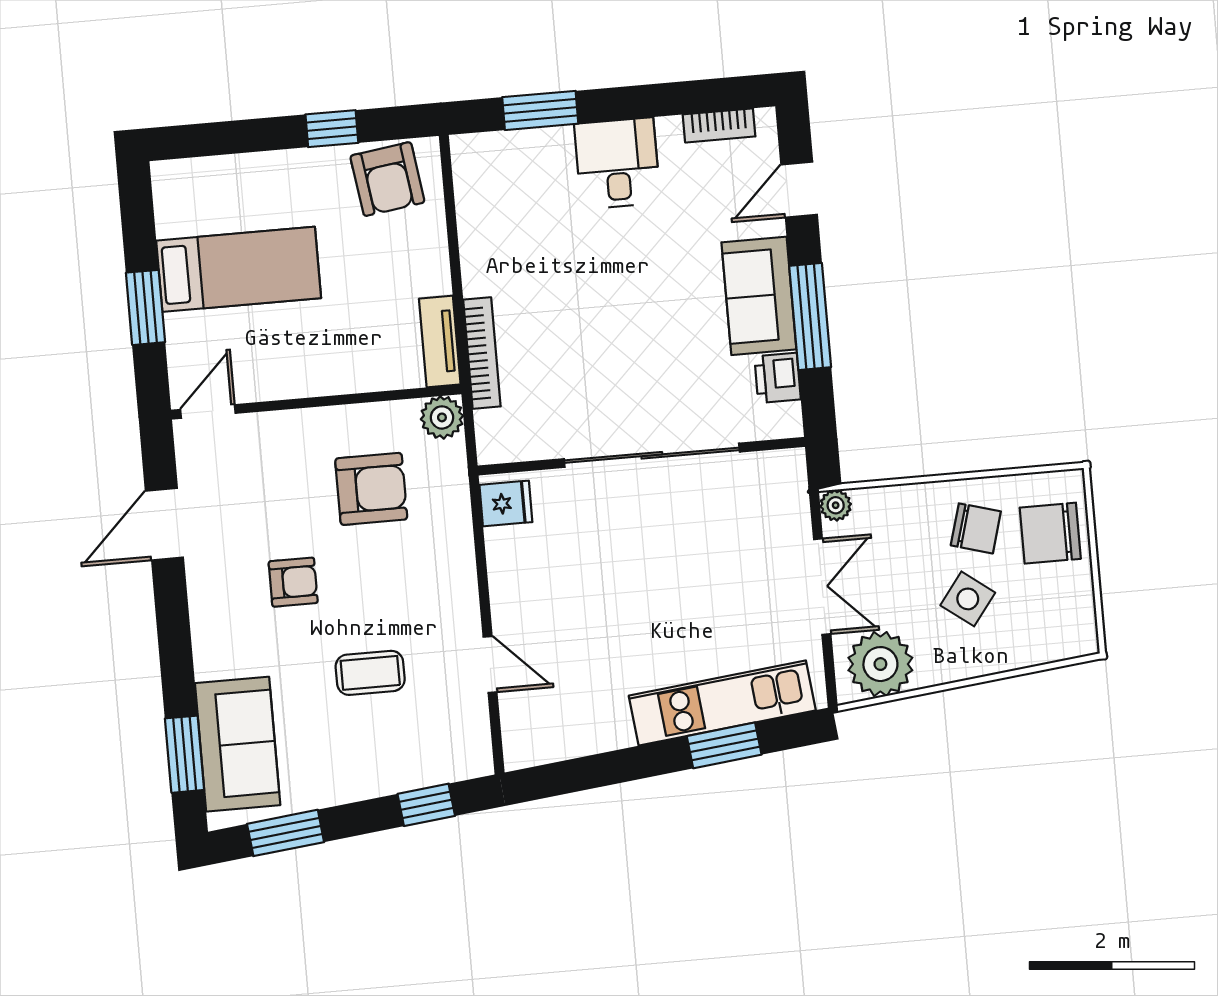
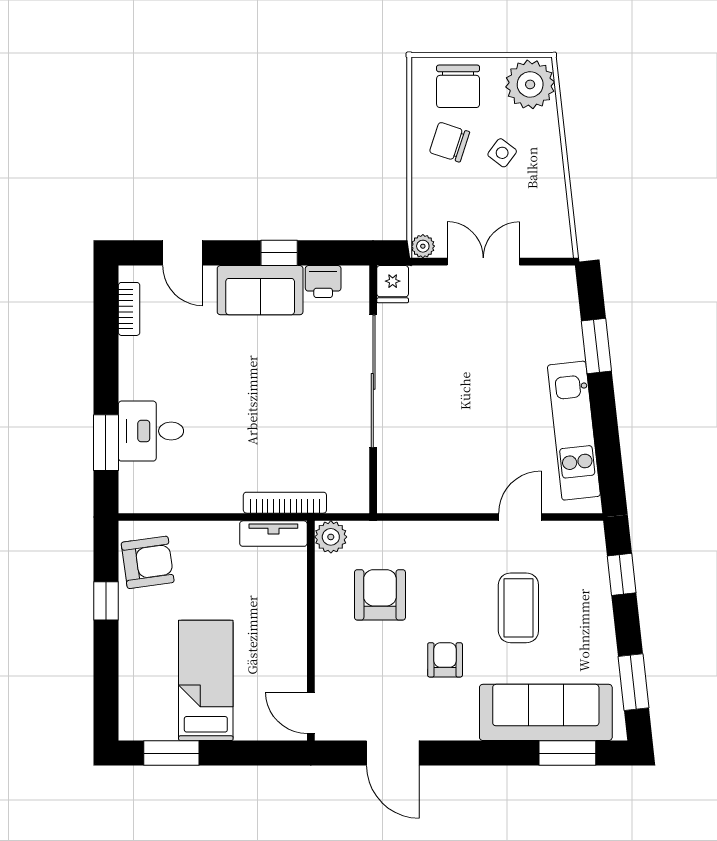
desk: (617, 163) -> (151, 431), moved
window: (145, 307) -> (171, 753), moved
window: (810, 317) -> (279, 253), width x0.46
fridge: (506, 503) -> (393, 284), moved, turned 180
chair: (976, 528) -> (450, 142), turned -88
side table: (968, 599) -> (502, 153), width x0.73, depth x0.73
plant: (880, 664) -> (530, 84), moved
coffee table: (370, 673) -> (518, 608), width x1.36, depth x1.30
kitchen unit: (722, 703) -> (574, 431), moved
sofa: (238, 744) -> (546, 712), width x1.36

